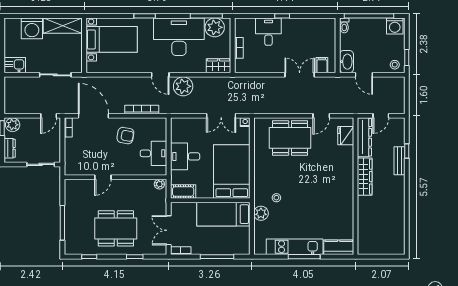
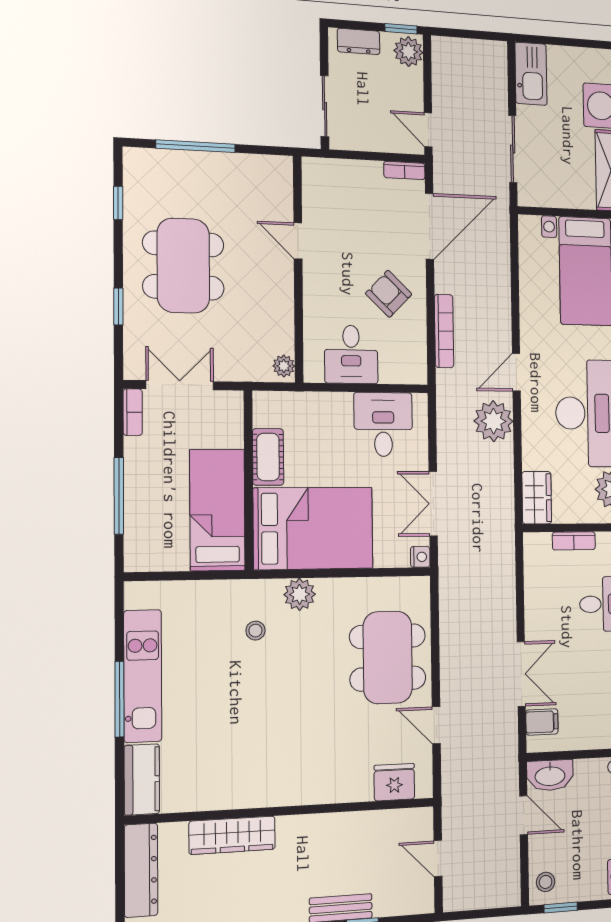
kitchen sink: (15, 65) -> (531, 74), width x1.38
door: (364, 75) -> (524, 815), swing flipped
armchair: (125, 136) -> (389, 294), turned 124
dresser: (364, 137) -> (141, 870), moved, turned -90
desk: (185, 156) -> (383, 424), moved
wardrobe: (365, 177) -> (232, 835), moved
cot: (183, 192) -> (268, 457), moved
plant: (261, 213) -> (300, 594), moved

